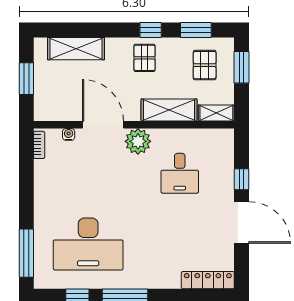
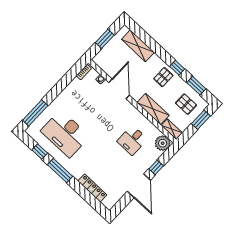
pallet: (205, 65) -> (186, 104), turned 90
plant: (138, 141) -> (163, 143), moved
locker: (208, 280) -> (92, 188), moved

